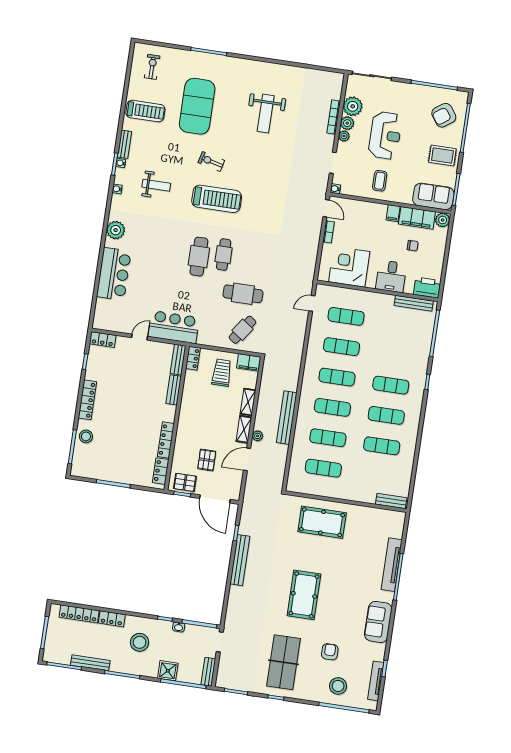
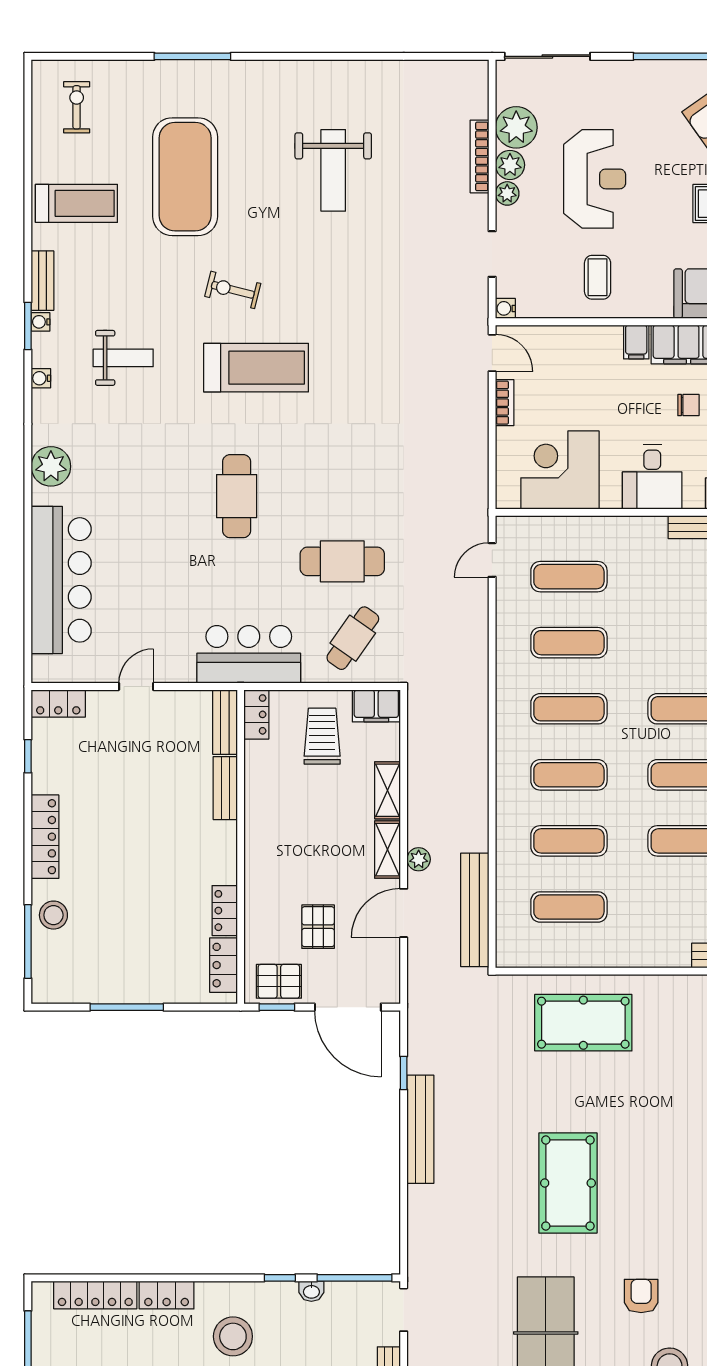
cafe table: (224, 255) -> (289, 484), removed
bar counter: (114, 274) -> (61, 580), width x1.36
bar counter: (174, 327) -> (249, 654), moved
bench: (287, 418) -> (475, 910), moved
locker: (166, 440) -> (225, 911), width x0.66

